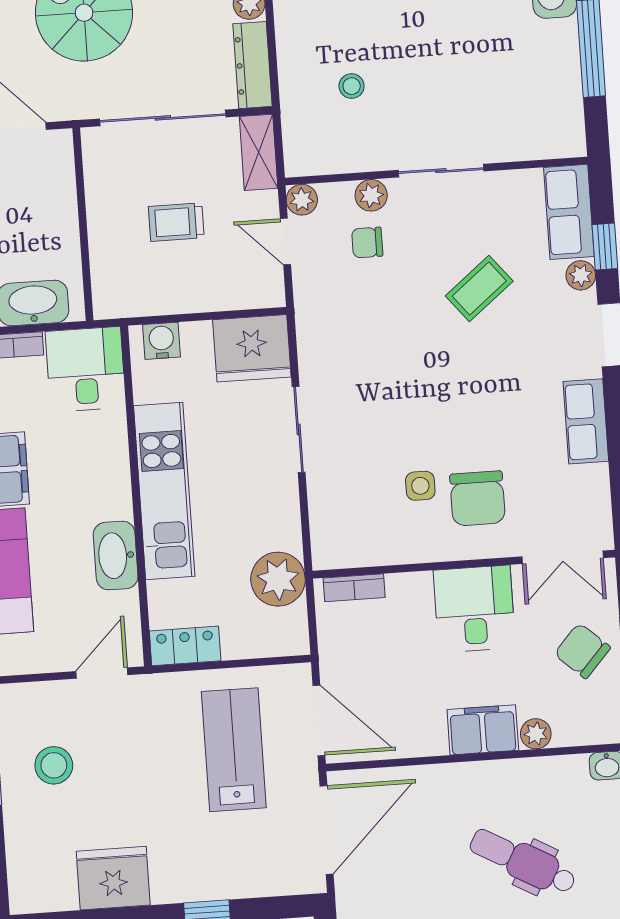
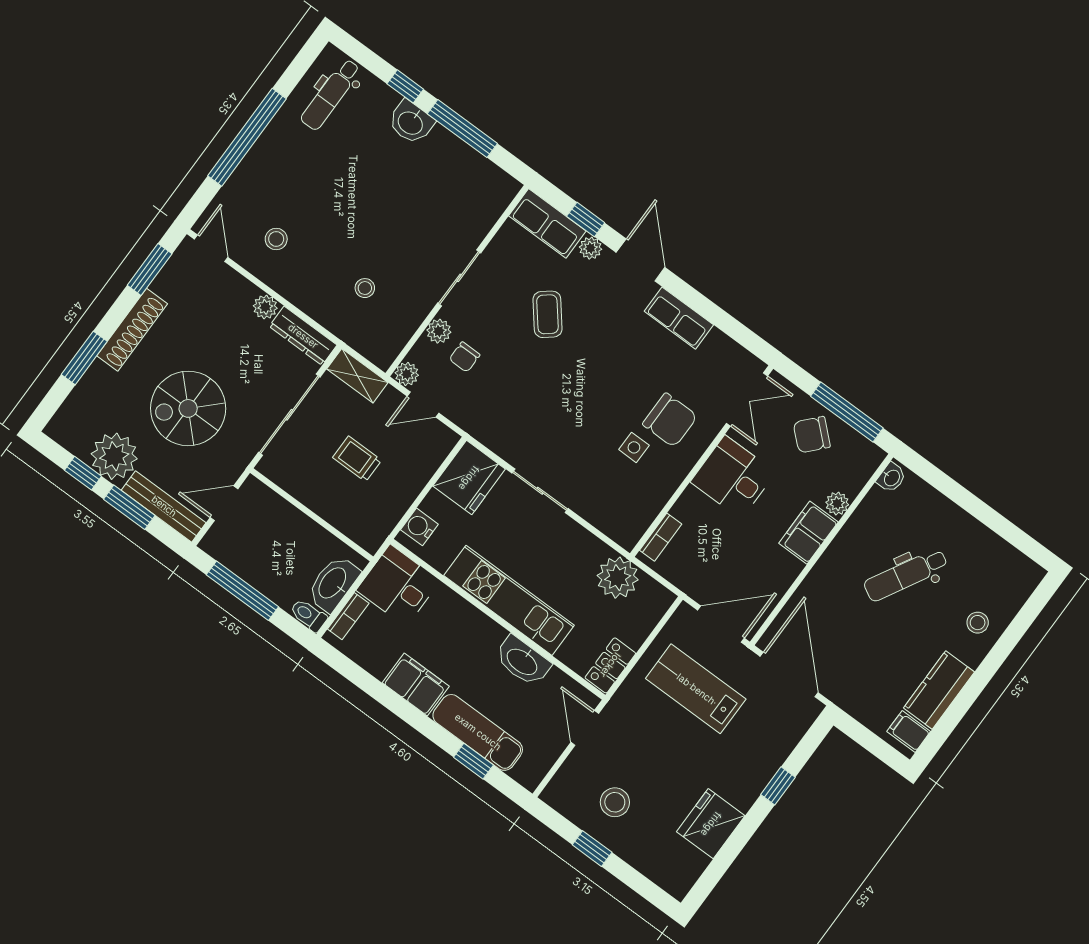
trolley: (176, 222) -> (357, 459), turned 90

